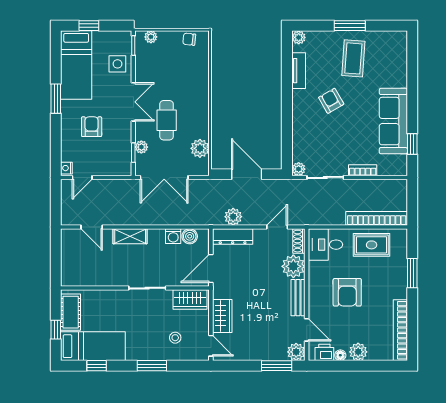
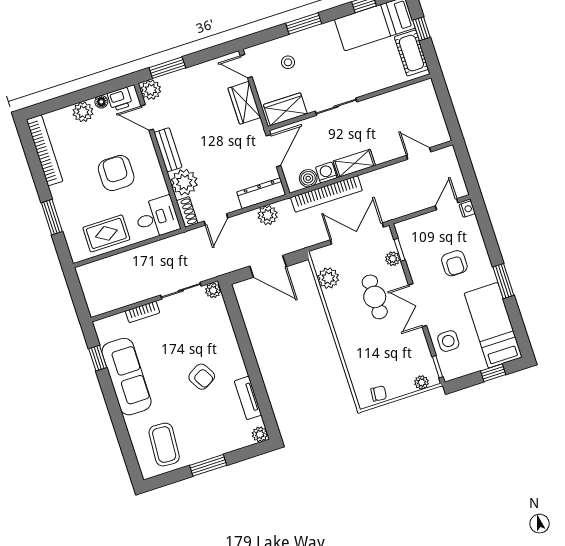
coffee table: (353, 58) -> (164, 445), moved
bookcase: (377, 218) -> (326, 194), moved
shelving: (130, 236) -> (354, 163), moved

